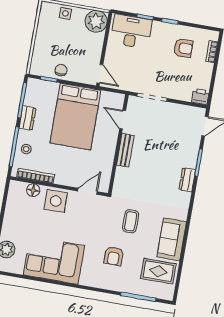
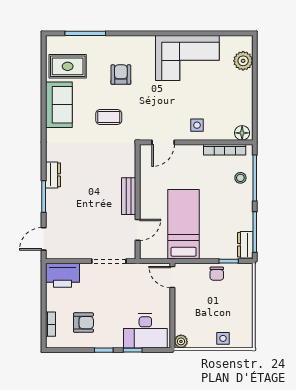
plant: (96, 21) -> (181, 341), width x0.53, depth x0.53
armchair: (183, 48) -> (83, 323), turned 180
printer: (200, 97) -> (63, 275), width x1.87, depth x1.48
bed: (75, 117) -> (184, 224), width x0.67
dresser: (27, 118) -> (245, 245), moved
door: (123, 120) -> (138, 230), hinge flipped
floor lamp: (33, 190) -> (242, 133), moved
side table: (56, 201) -> (197, 125), width x0.54, depth x0.54
coffee table: (131, 221) -> (109, 117), turned 90

